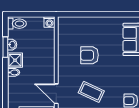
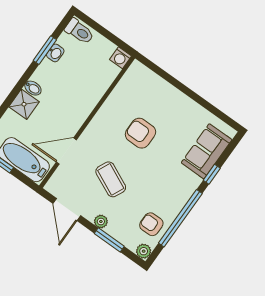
shower: (15, 60) -> (24, 104), moved
door: (56, 94) -> (66, 151), hinge flipped

